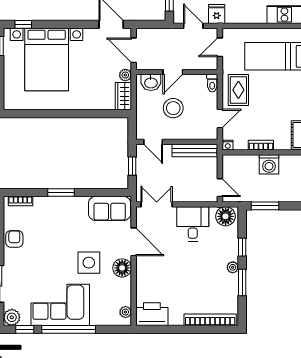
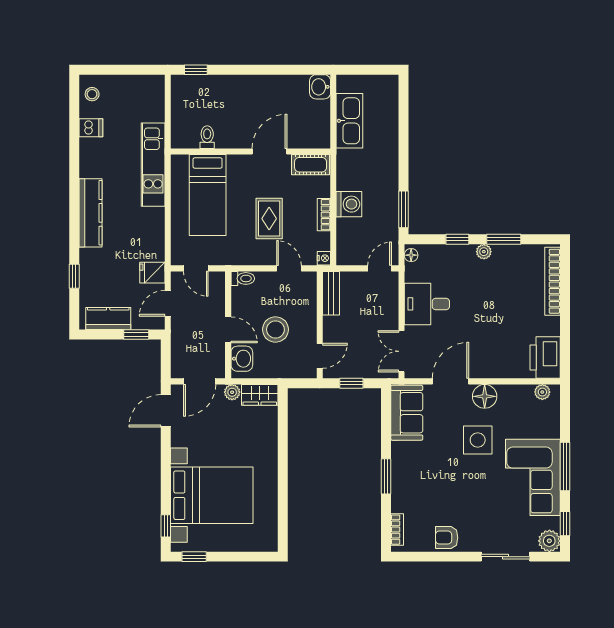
rug: (238, 90) -> (269, 219), moved, turned 90
bench: (195, 151) -> (331, 293), width x0.73
floor lamp: (226, 216) -> (411, 255), width x0.53, depth x0.53
window: (69, 329) -> (565, 466), width x0.68

